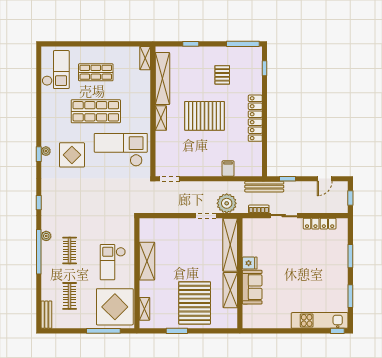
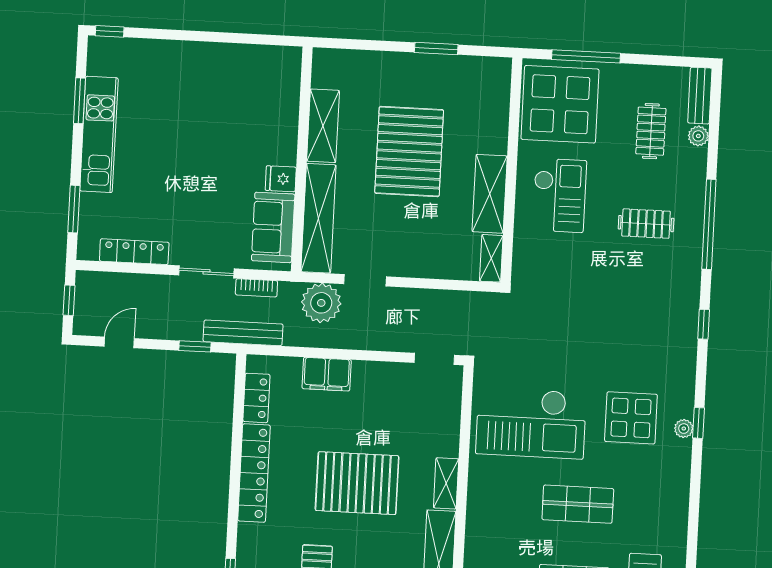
shop shelf: (96, 111) -> (578, 504), width x0.70, depth x0.74
locker: (256, 155) -> (256, 398), added
filing cabinet: (228, 169) -> (327, 374), width x2.00
plant: (46, 236) -> (698, 136), moved
clothes rail: (70, 250) -> (646, 224), turned 90
window: (350, 256) -> (74, 209), moved
sofa: (252, 287) -> (273, 227), moved
pallet: (195, 303) -> (409, 152), moved
shelving: (145, 309) -> (491, 258), moved
kitchen unit: (320, 320) -> (99, 134), moved, turned -90

